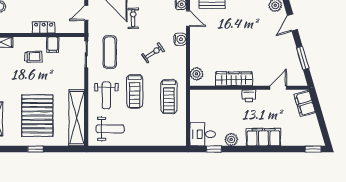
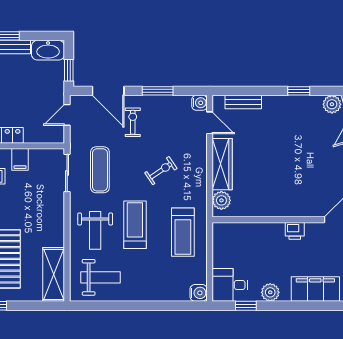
water cooler: (180, 39) -> (199, 293), moved
wardrobe: (234, 79) -> (222, 164), moved, turned 90
treadmill: (135, 91) -> (135, 225), turned 180
shelving: (77, 118) -> (54, 274), width x0.68

